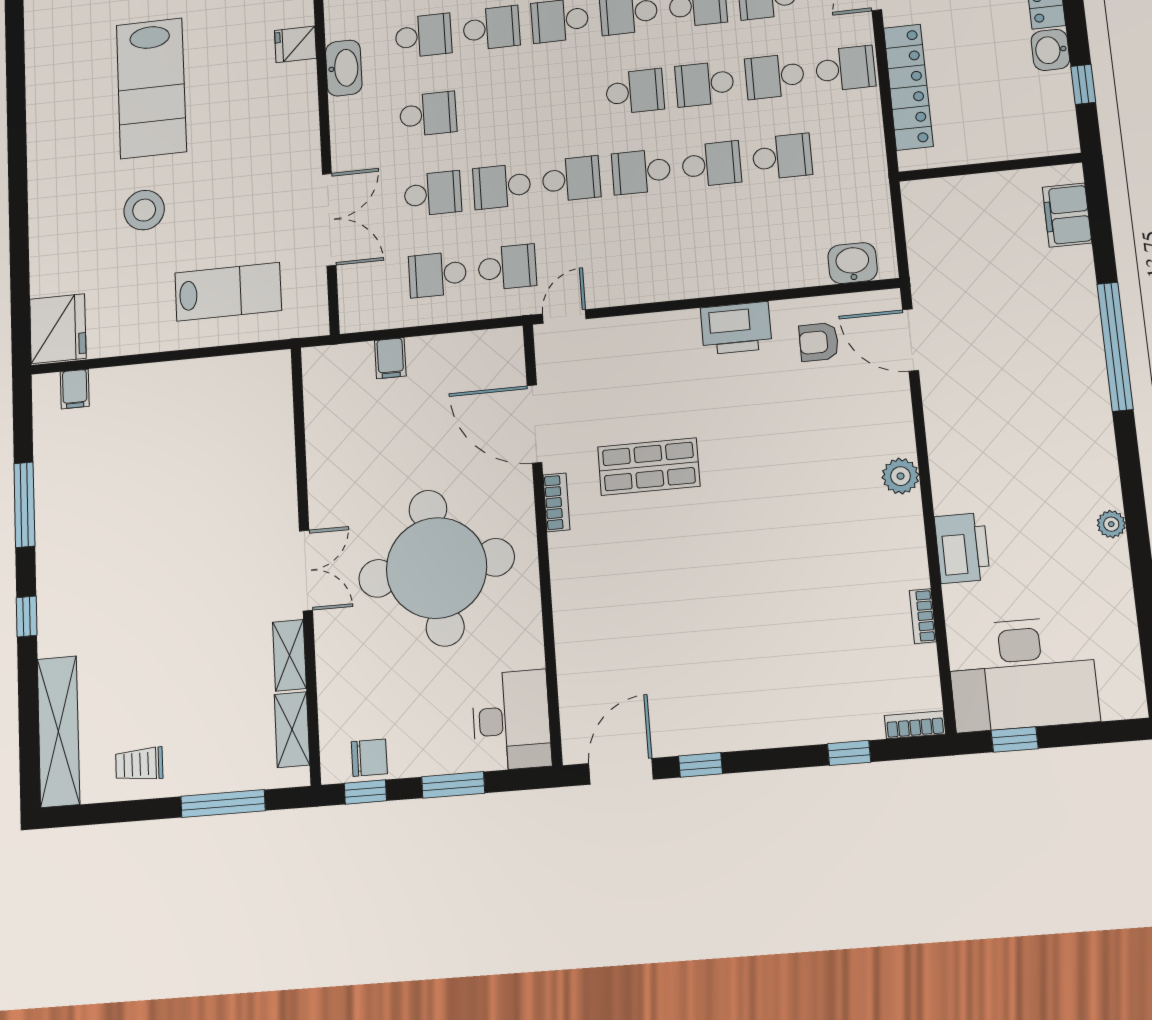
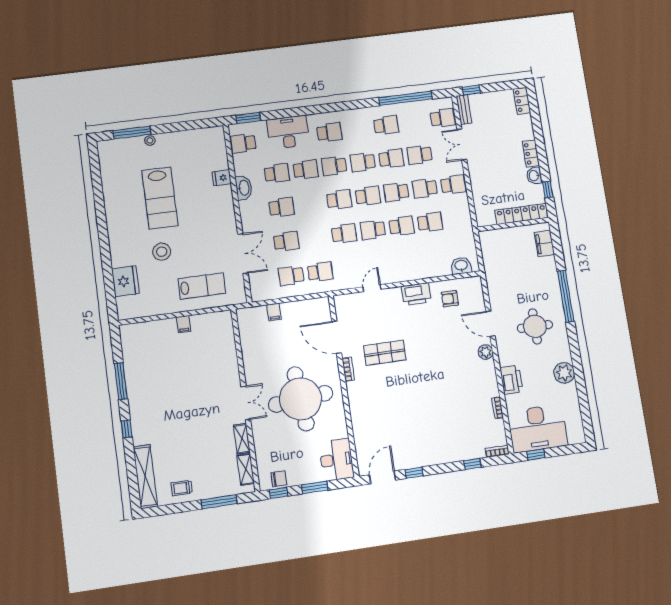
locker: (908, 87) -> (521, 214), moved, turned -90
school desk: (502, 186) -> (339, 200), moved, turned 180
door: (564, 316) -> (372, 288), moved
fridge: (58, 329) -> (125, 281), moved
door: (911, 340) -> (491, 324), moved
filing cabinet: (75, 389) -> (184, 324), moved
round table: (1031, 418) -> (535, 326), added
plant: (1111, 524) -> (564, 373), width x1.88, depth x1.88

